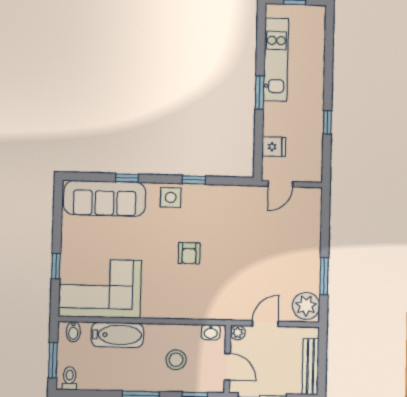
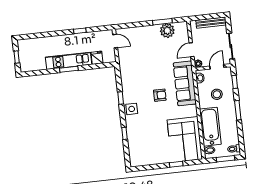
kitchen unit: (276, 60) -> (69, 61), moved
door: (280, 184) -> (115, 41), moved
sofa: (105, 198) -> (185, 83), moved, turned 180
plant: (306, 306) -> (167, 31), moved
door: (265, 324) -> (192, 50), hinge flipped
bathtub: (117, 335) -> (210, 127), width x1.36, depth x1.36

